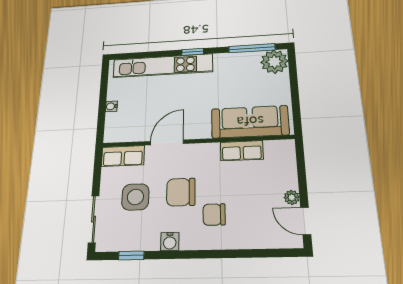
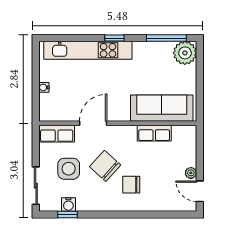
chair: (181, 192) -> (105, 166), turned 42
water cooler: (170, 241) -> (68, 205), moved

